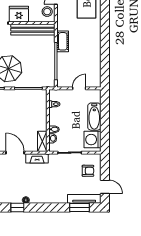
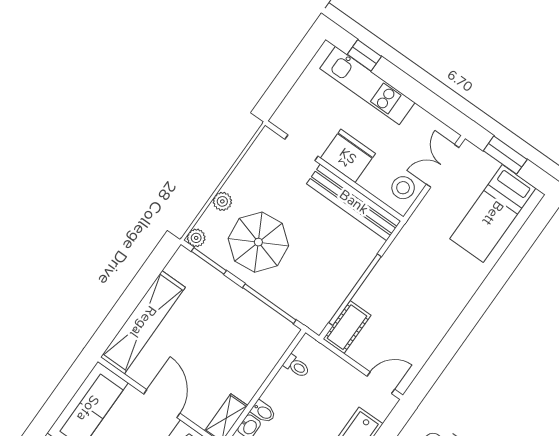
cot: (63, 41) -> (347, 327), moved
door: (79, 88) -> (381, 383), moved

